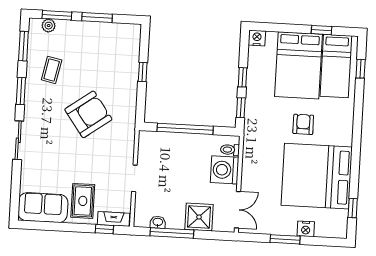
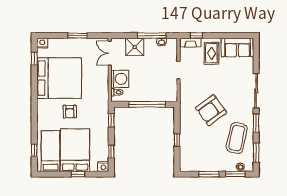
window: (322, 30) -> (78, 174), moved
coffee table: (52, 70) -> (237, 138), width x1.86, depth x1.72
window: (242, 77) -> (111, 152), moved
sliding door: (18, 140) -> (256, 91), width x1.37
nightstand: (306, 229) -> (42, 43), moved

